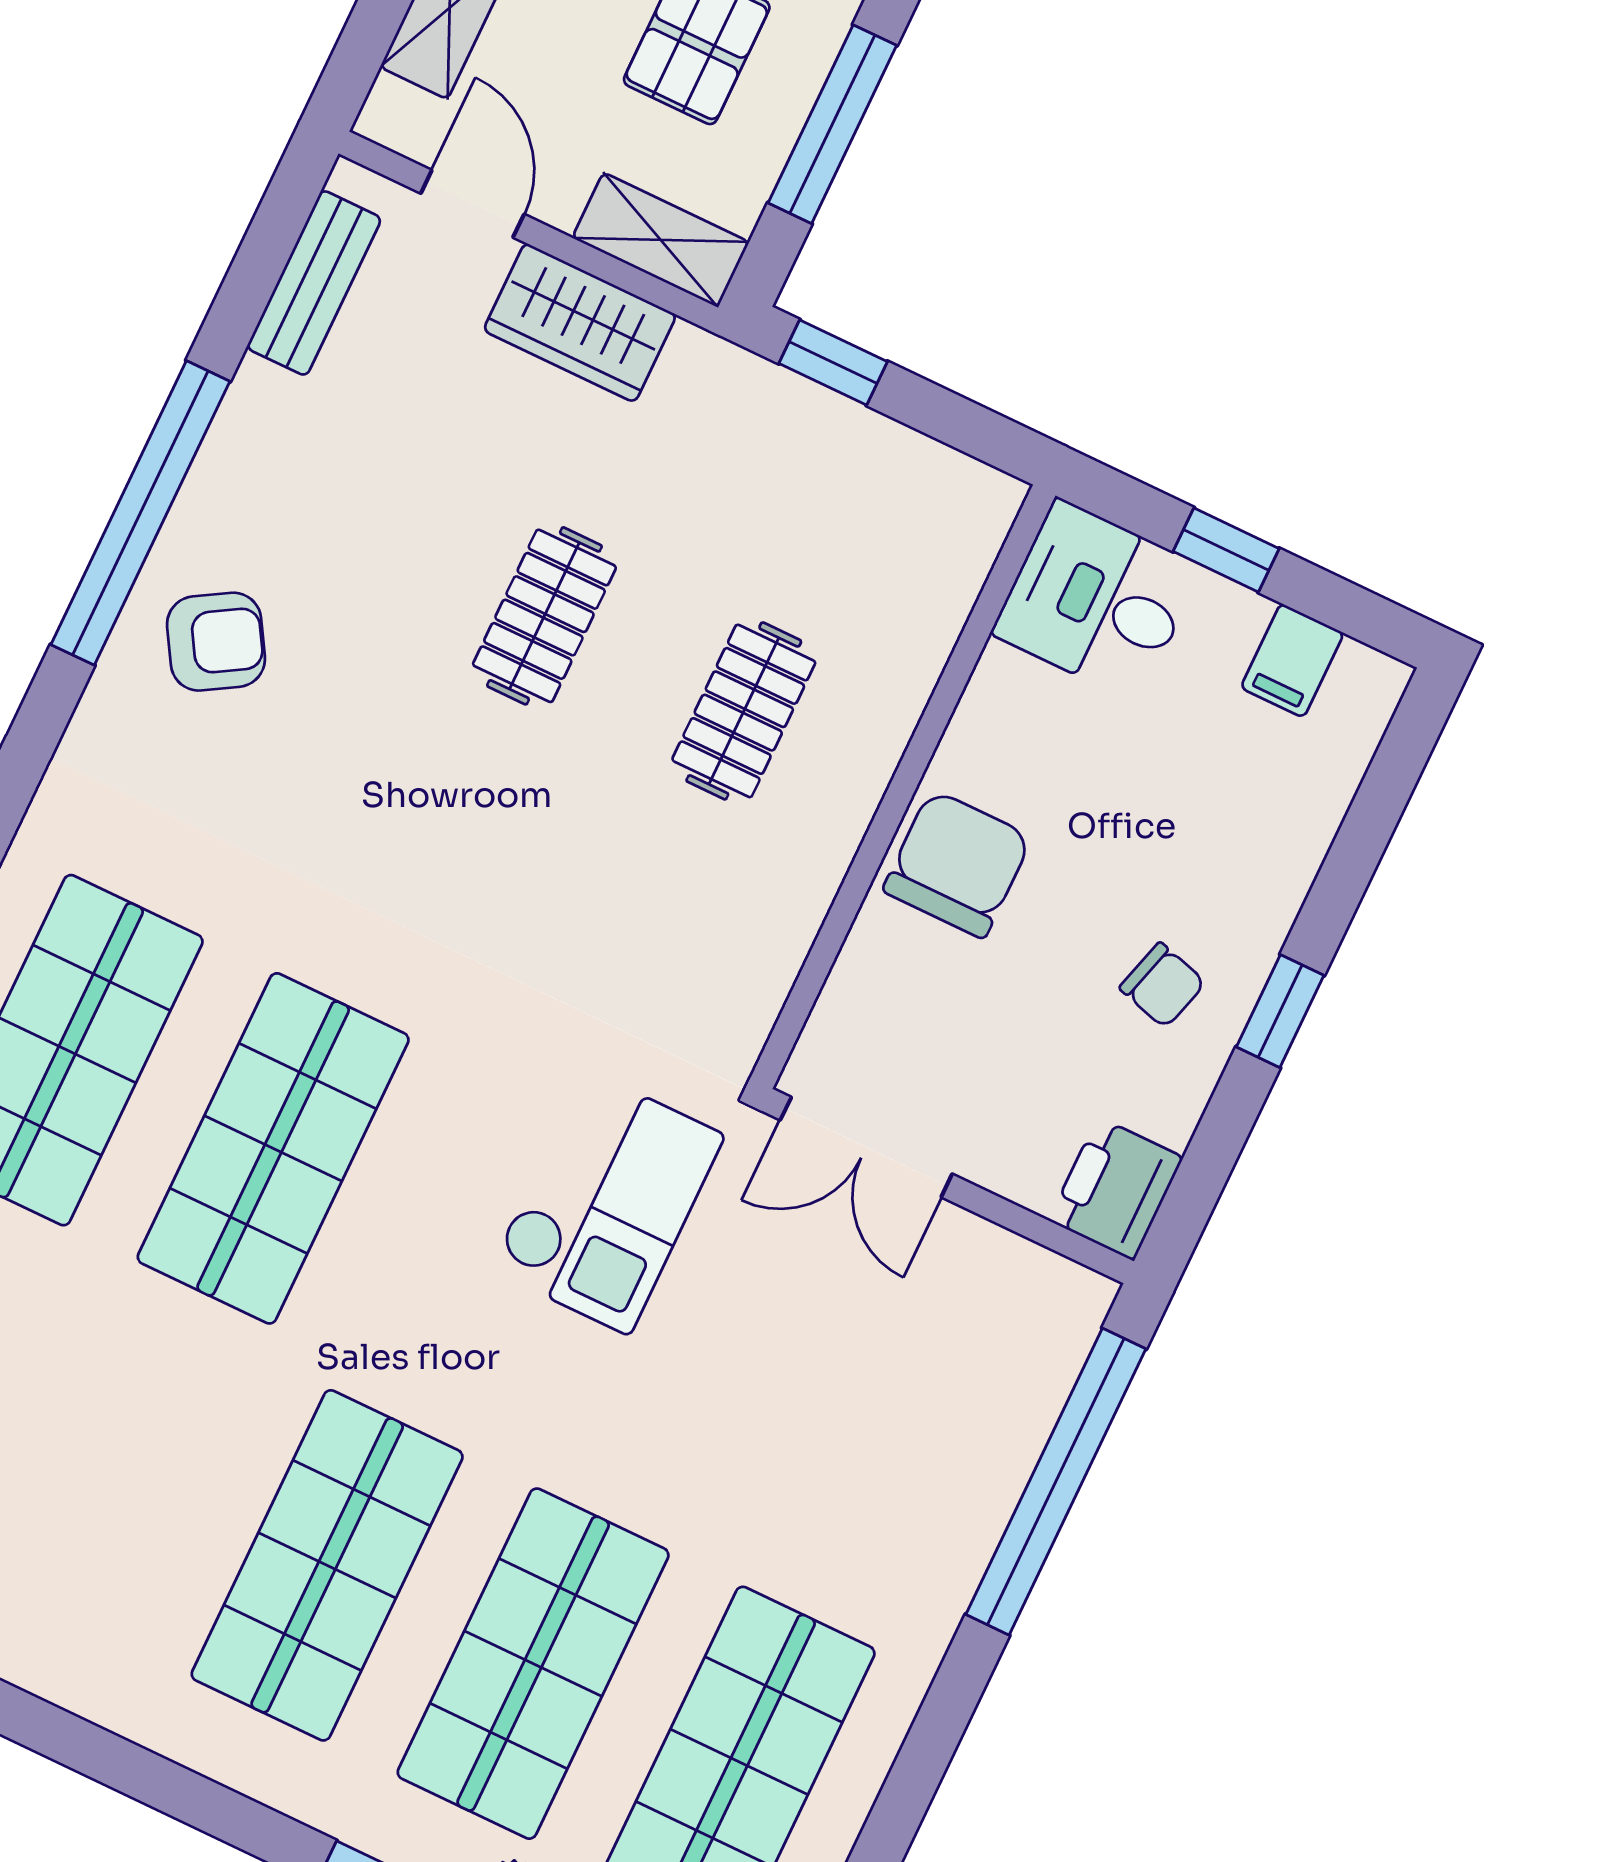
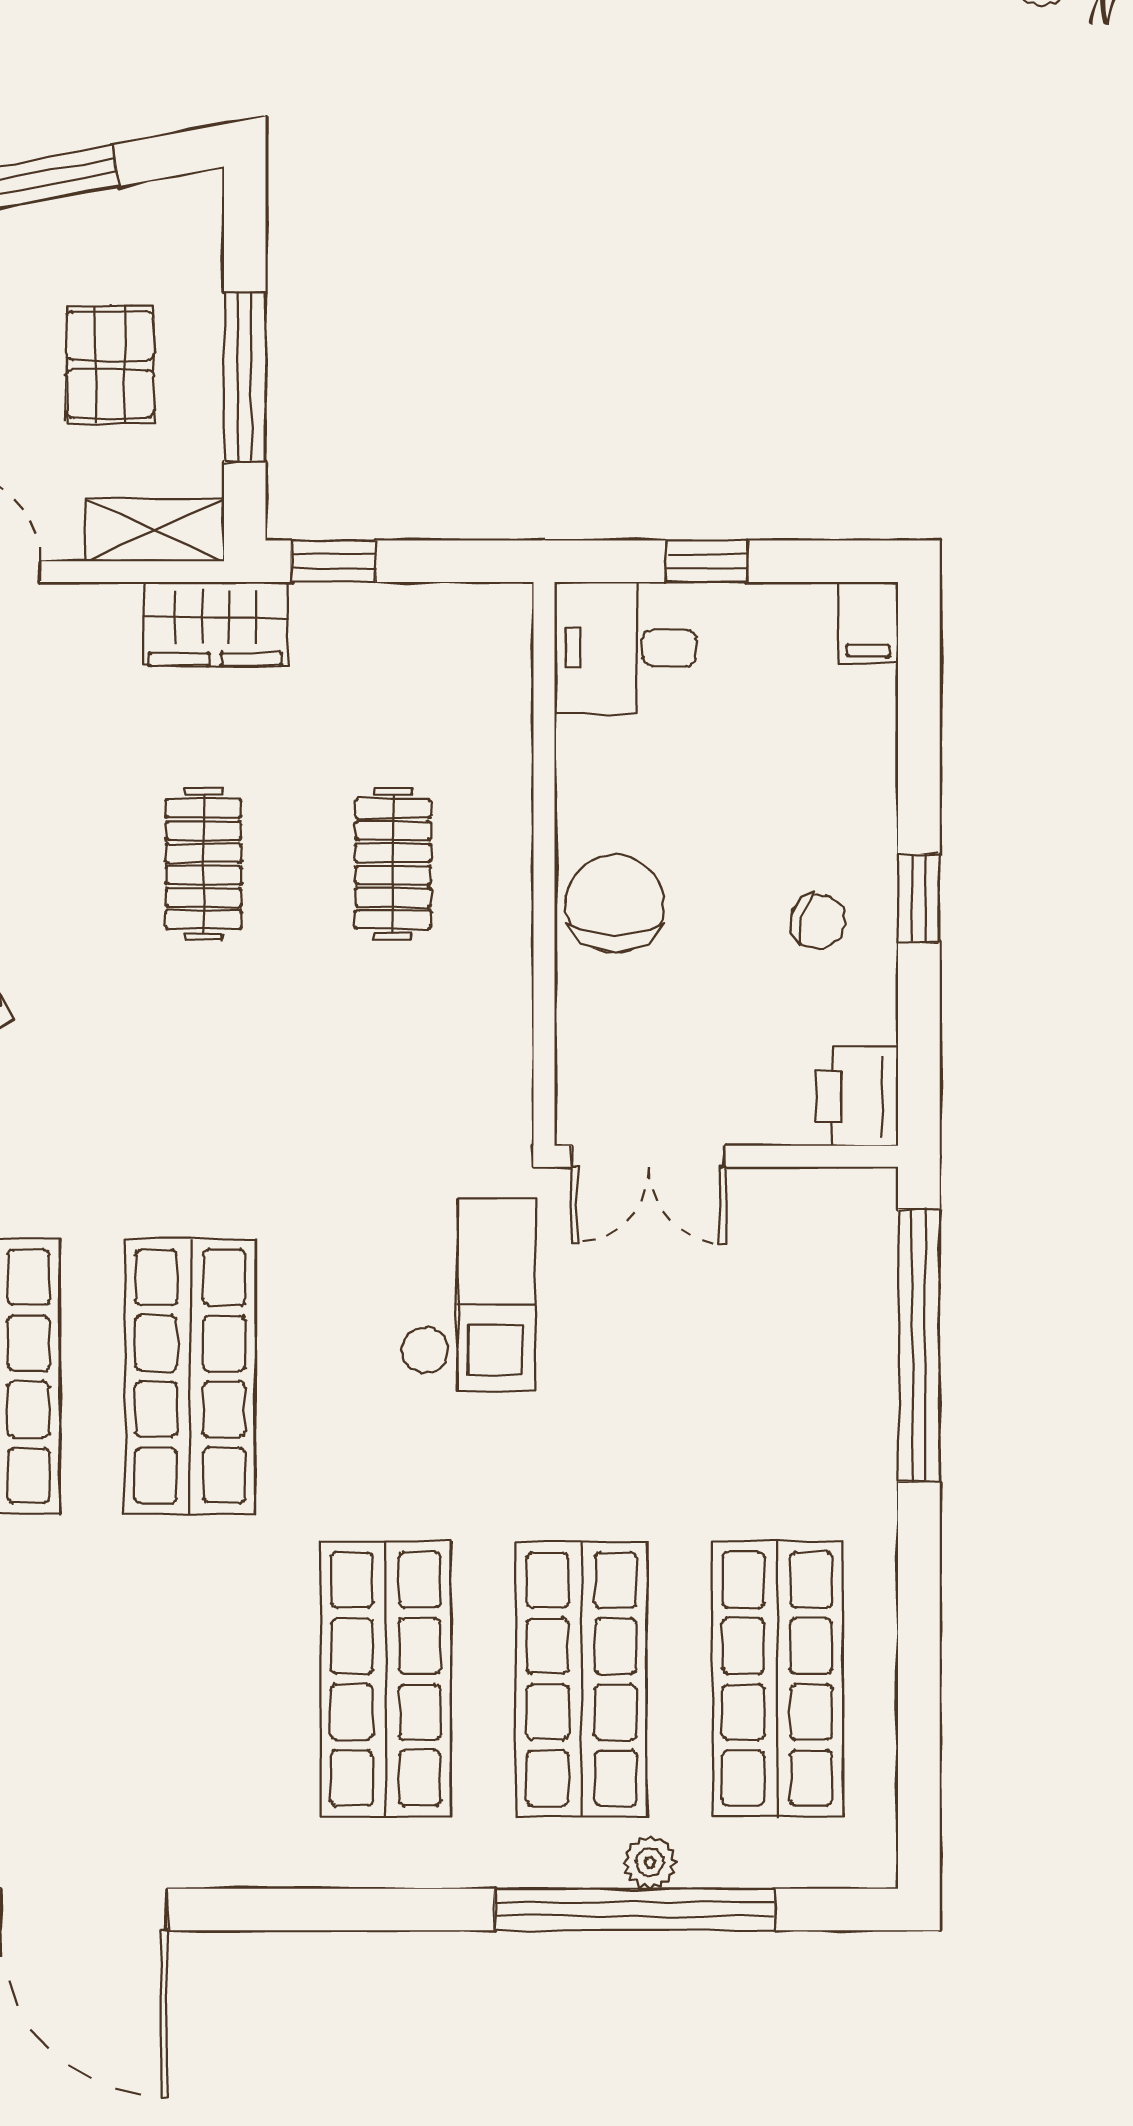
wardrobe: (580, 323) -> (215, 624), moved
filing cabinet: (1292, 660) -> (868, 622), moved

